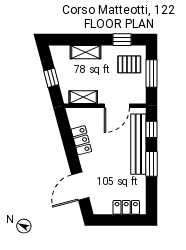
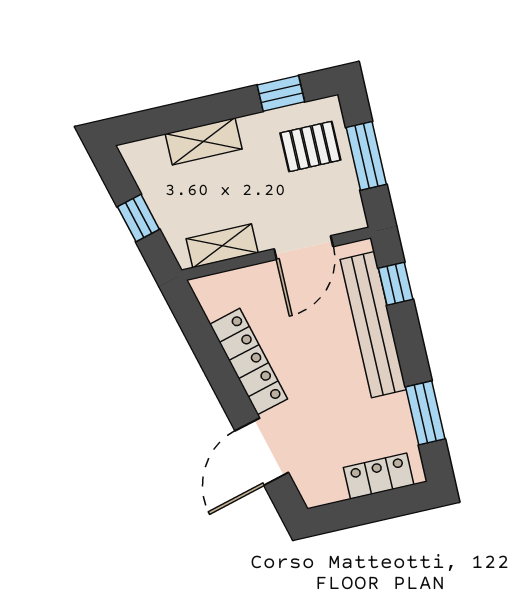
locker: (81, 140) -> (249, 362), width x1.53
window: (152, 164) -> (425, 413), moved

